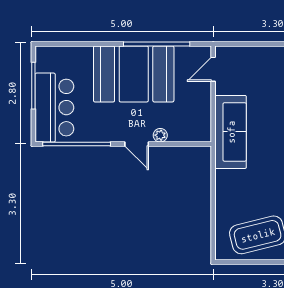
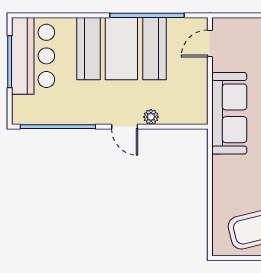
bar counter: (54, 108) -> (33, 56), moved

